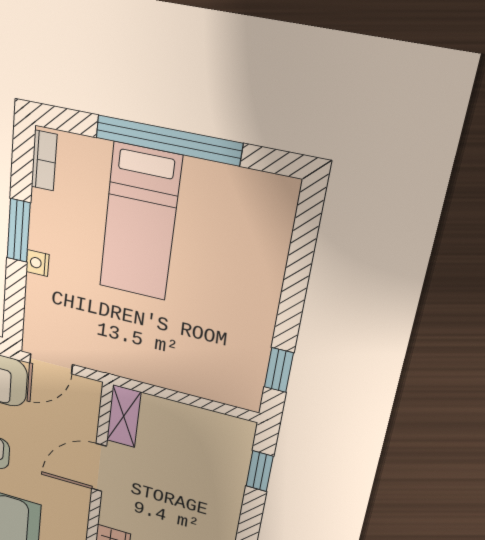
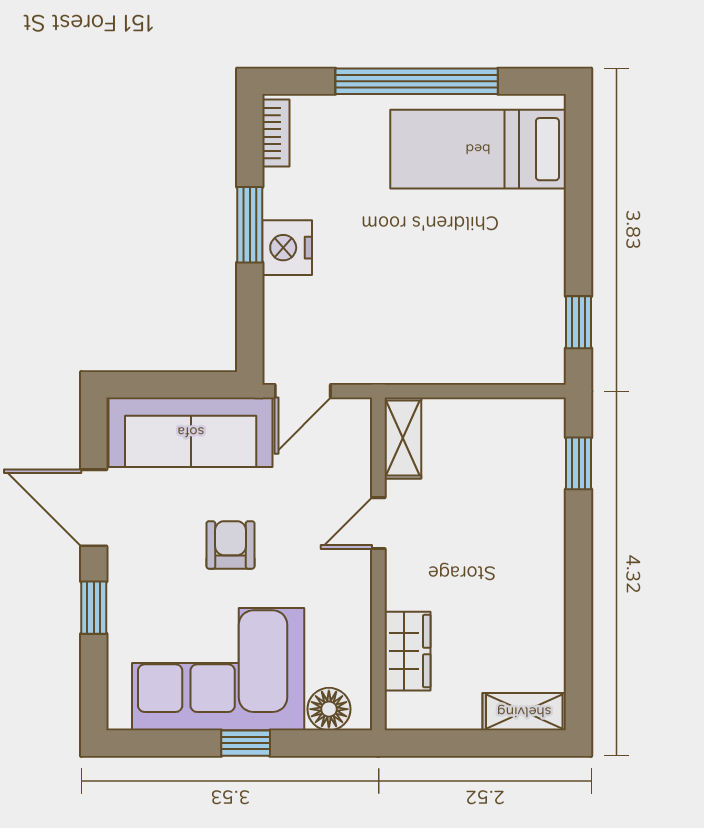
bed: (140, 223) -> (478, 149), moved, turned 90
nightstand: (37, 263) -> (287, 248), width x1.89, depth x1.79
door: (99, 468) -> (378, 523), width x0.73

